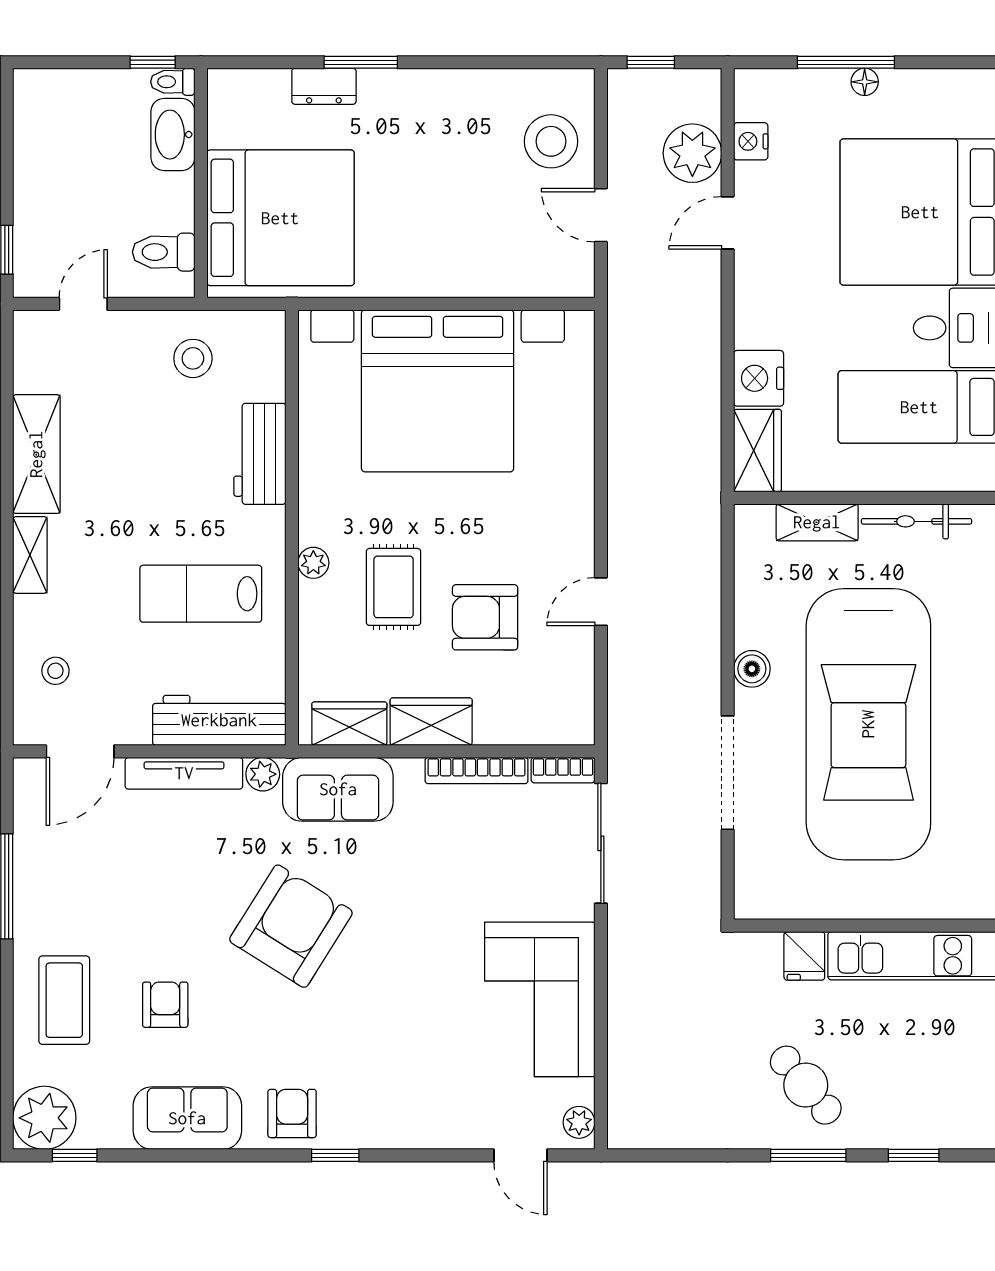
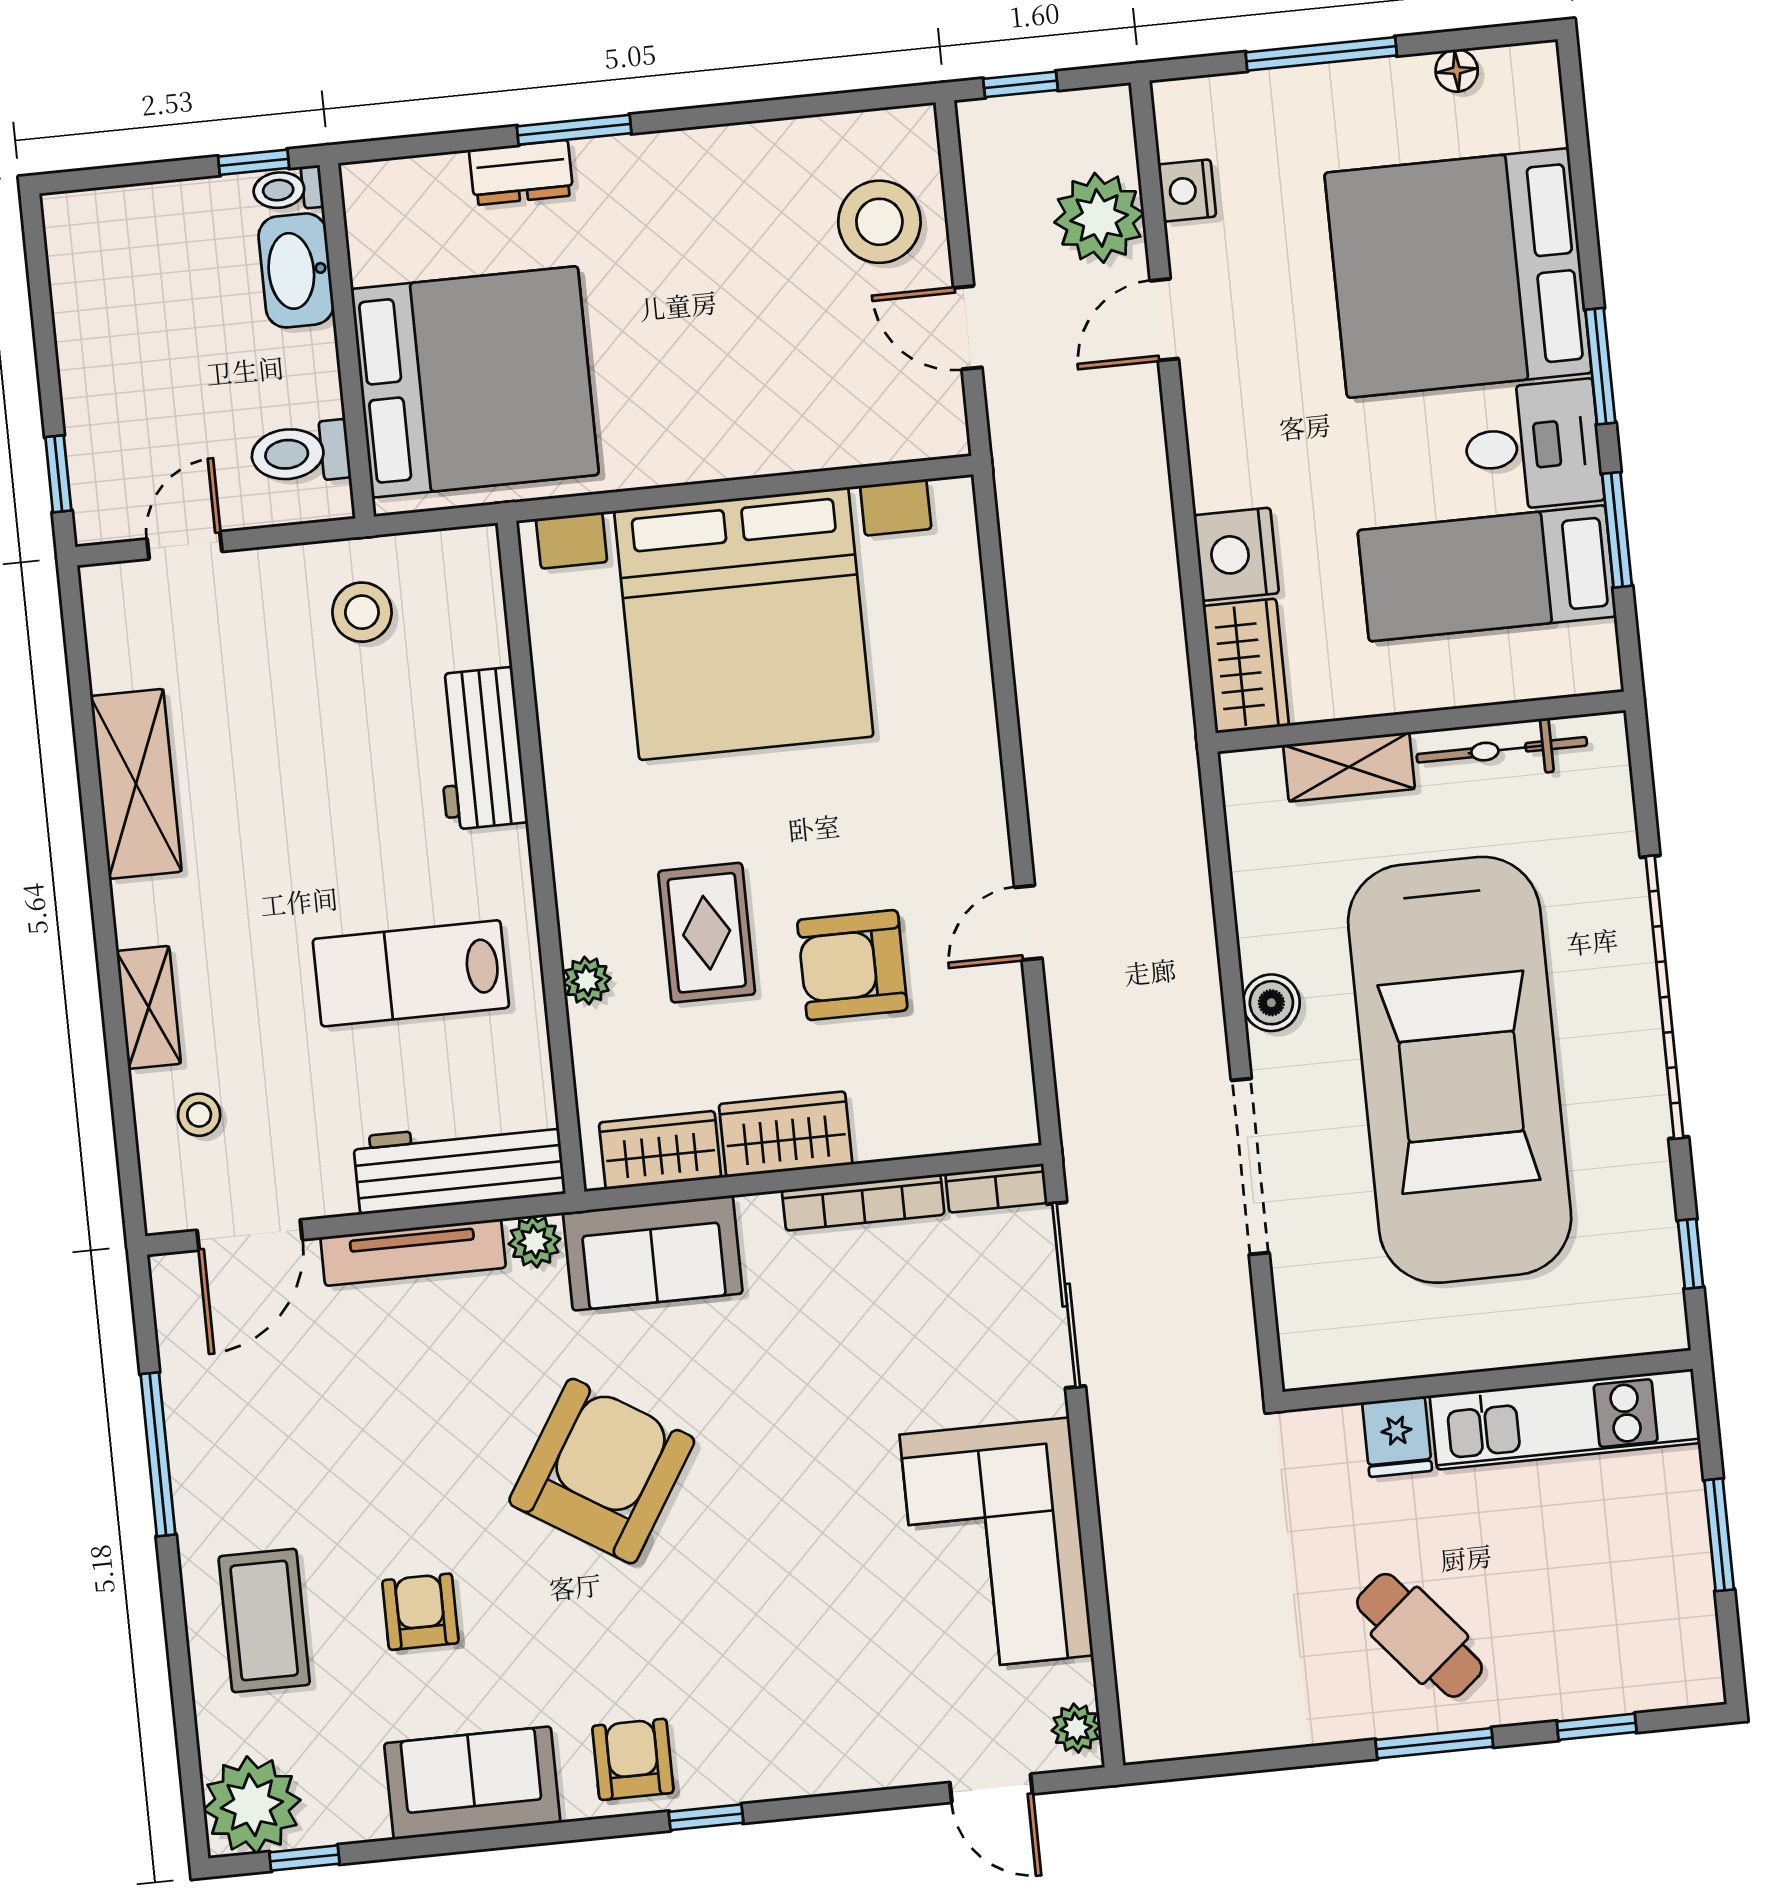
floor lamp: (865, 82) -> (1457, 71), moved
shelving: (30, 555) -> (149, 1007), moved
plant: (313, 563) -> (587, 981), moved

